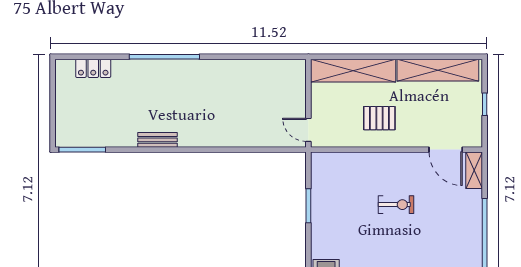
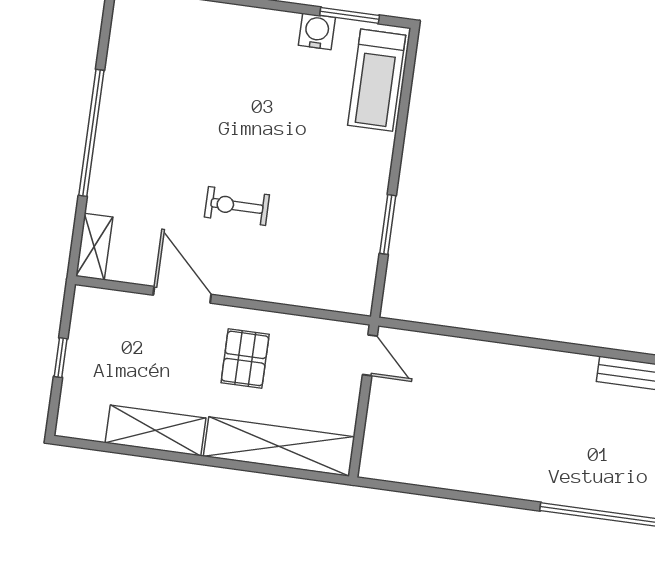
shelving: (438, 70) -> (156, 430), width x0.68
pallet: (379, 118) -> (245, 358), turned 90
door: (446, 150) -> (182, 295), moved

